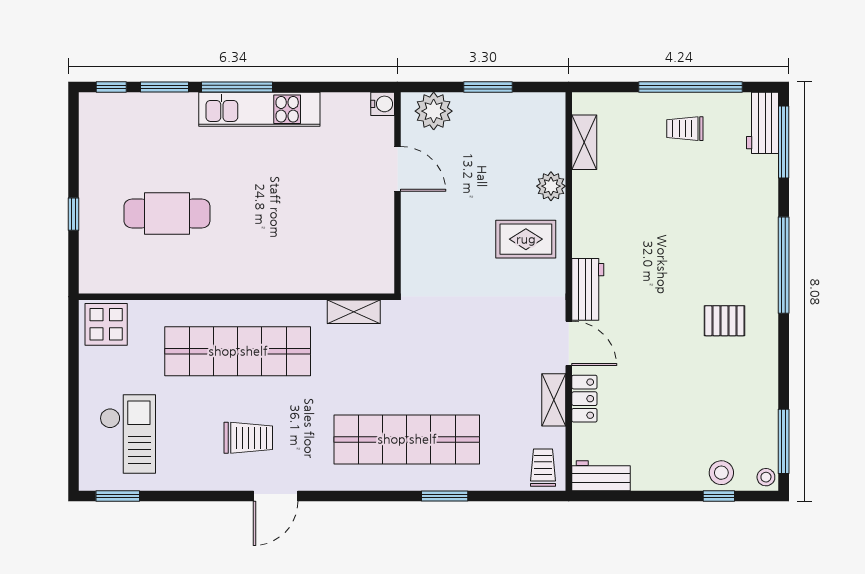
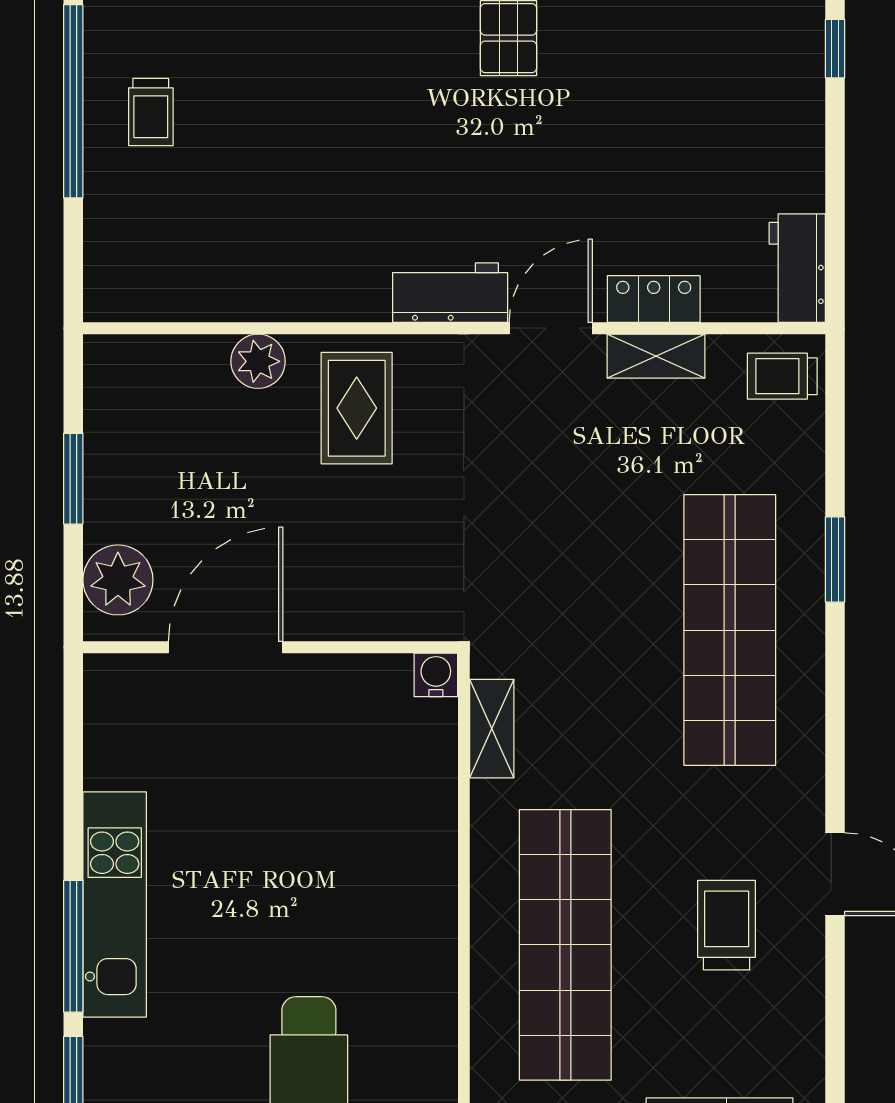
water cooler: (383, 104) -> (436, 675), moved
shelving: (584, 142) -> (176, 299), removed
door: (397, 169) -> (226, 647), width x1.36
stool: (721, 473) -> (792, 44), removed

